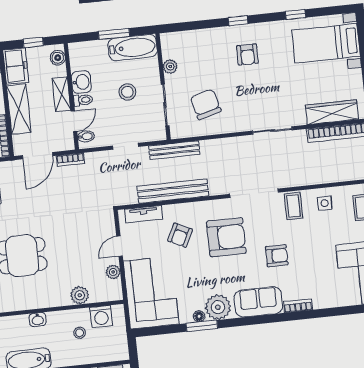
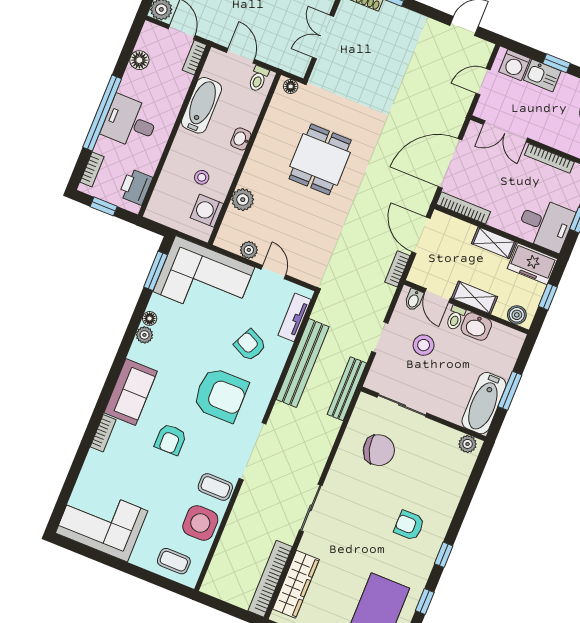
window: (238, 21) -> (444, 555), moved
plant: (170, 67) -> (468, 444), moved
stool: (127, 92) -> (424, 345), moved
shelving: (19, 109) -> (494, 243), width x0.67, depth x0.75
side table: (325, 203) -> (200, 523), width x1.87, depth x1.87
armchair: (226, 237) -> (221, 395), turned -90
plant: (218, 307) -> (144, 335), width x0.53, depth x0.53
window: (202, 326) -> (156, 271), moved

